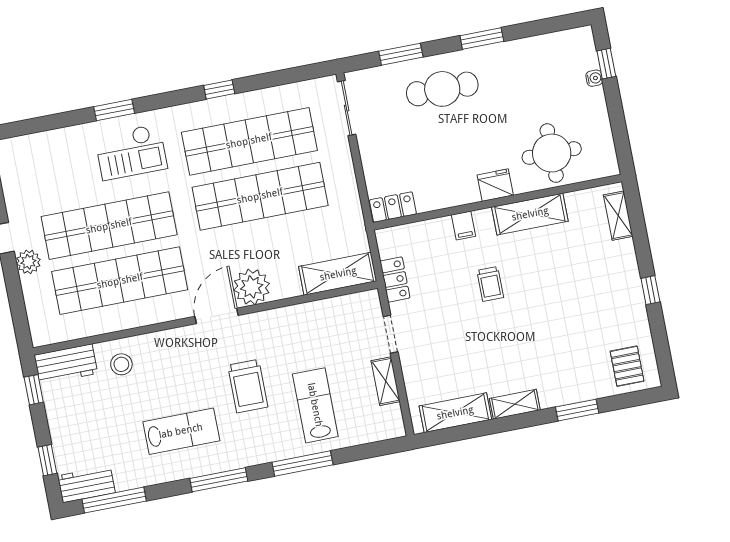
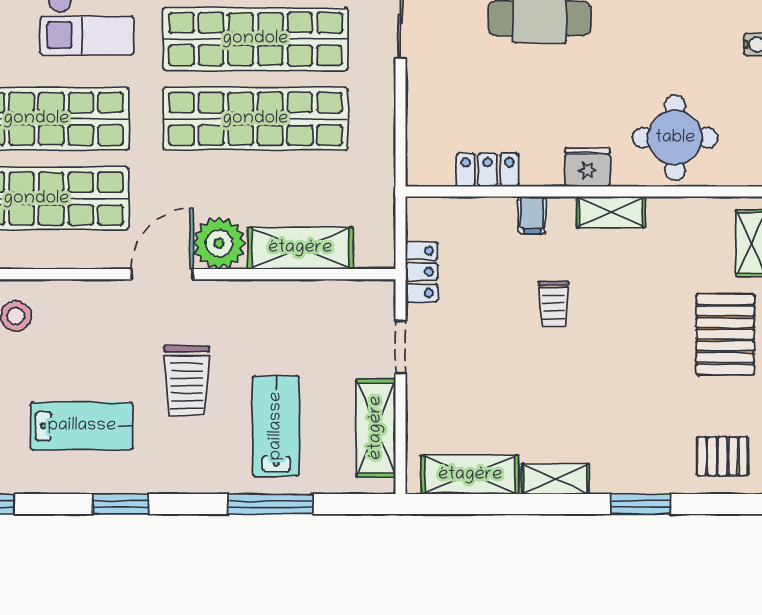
locker: (393, 207) -> (487, 170), moved
shelving: (530, 214) -> (611, 212), width x0.67, depth x0.75
shelving: (338, 274) -> (300, 248), moved
pallet: (613, 282) -> (725, 334), added
pallet: (627, 366) -> (723, 456), turned 90
shelving: (386, 381) -> (376, 428), width x1.50, depth x1.33
window: (302, 463) -> (271, 504), moved
window: (219, 480) -> (121, 504), width x0.69

